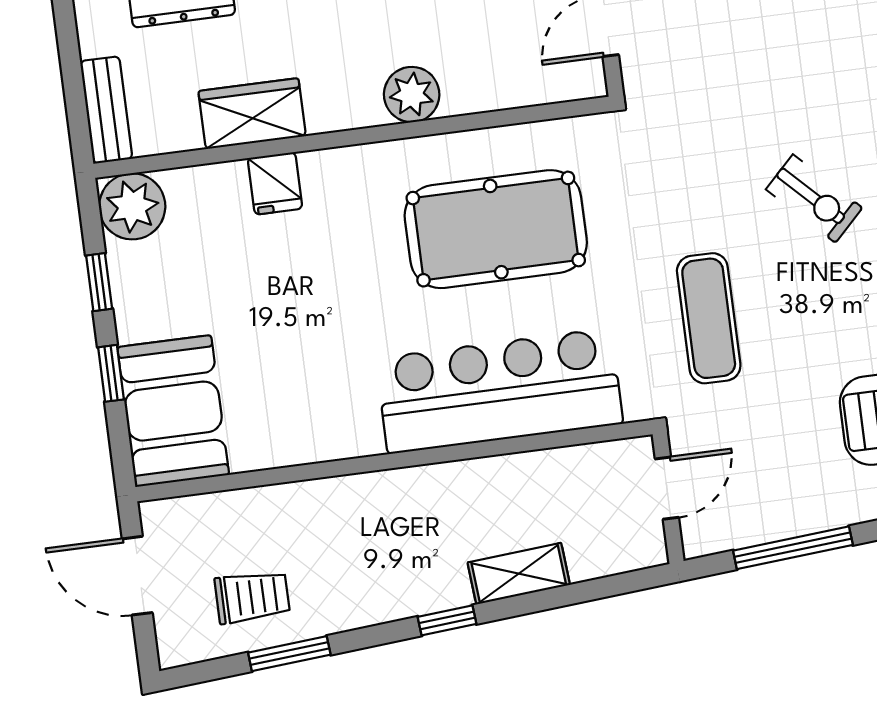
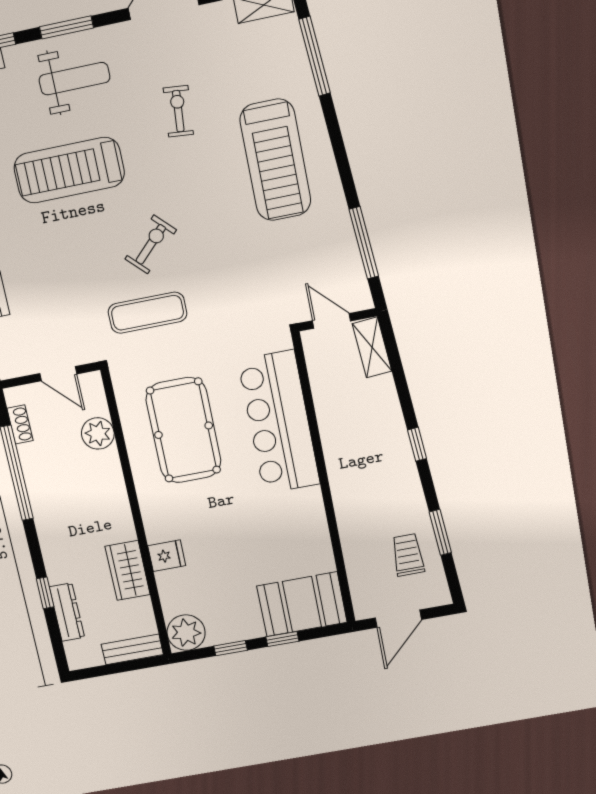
plant: (412, 95) -> (98, 433), moved
exercise mat: (709, 318) -> (147, 313), moved
shelving: (519, 574) -> (372, 347), moved

